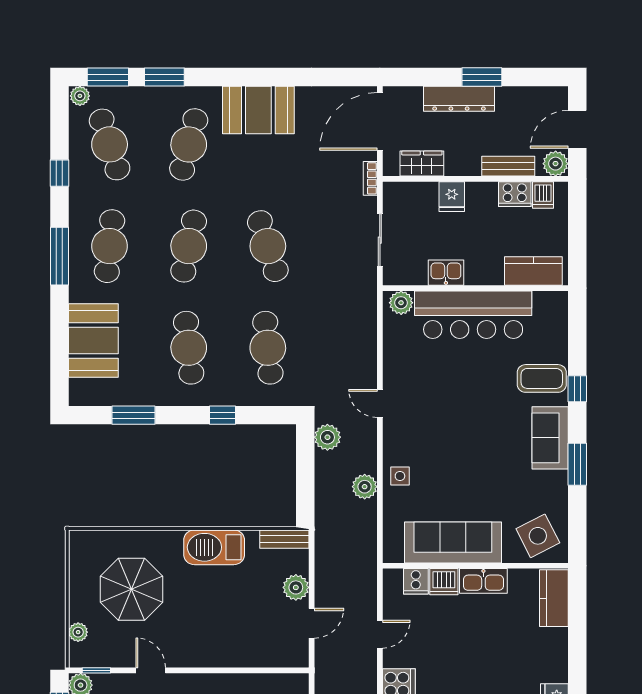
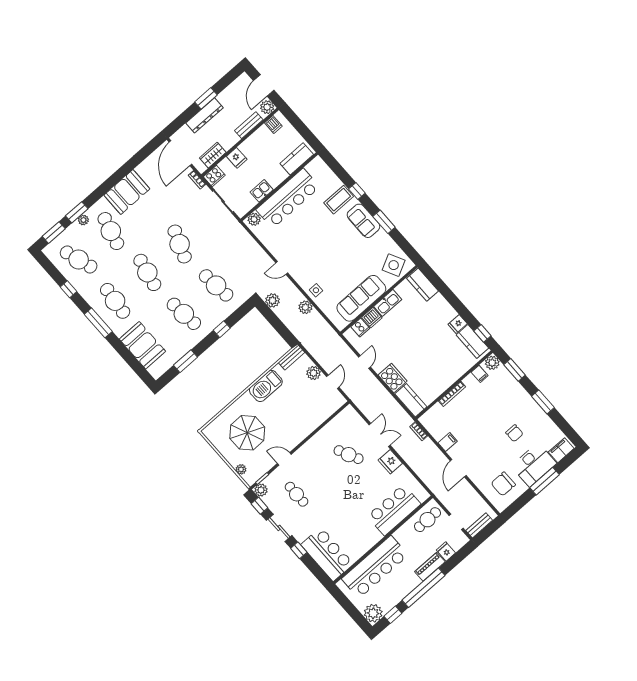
plant: (80, 96) -> (83, 220), moved
cooker: (515, 194) -> (214, 176), moved
cafe table: (268, 246) -> (180, 244), turned 39

